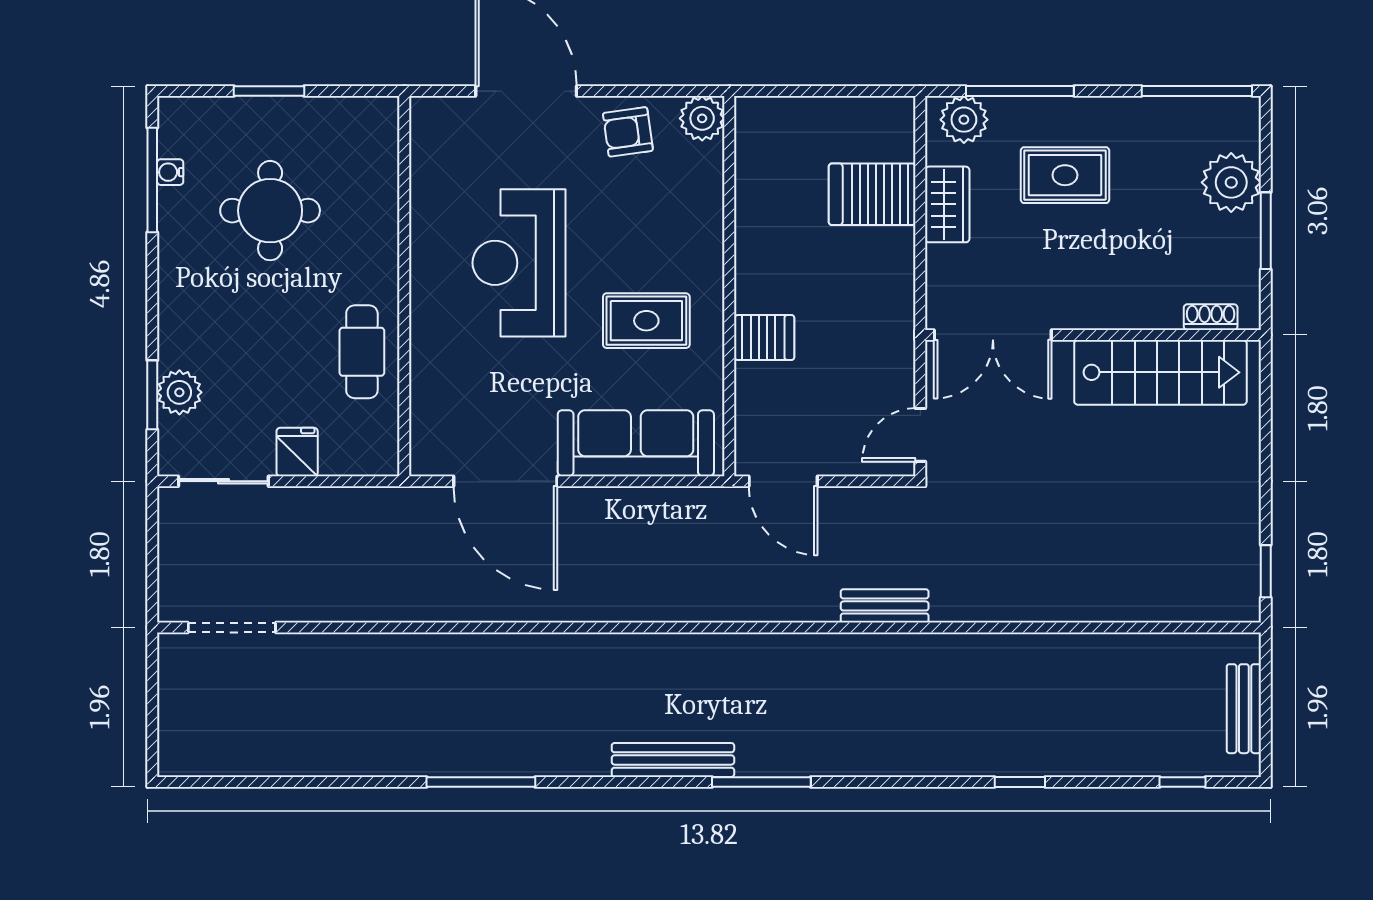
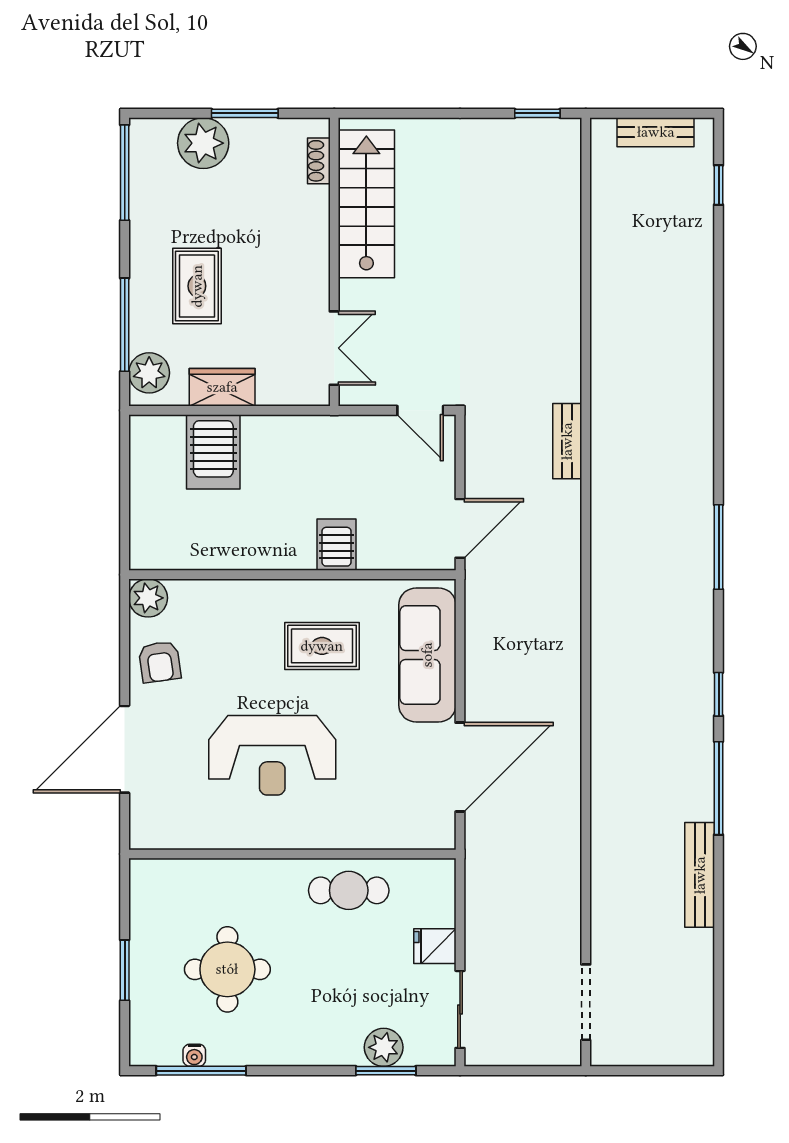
rug: (646, 321) -> (322, 646), turned 90
double door: (993, 335) -> (334, 348), width x0.73
bench: (673, 760) -> (700, 875), moved
window: (1020, 782) -> (719, 694), moved

